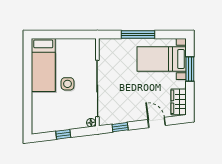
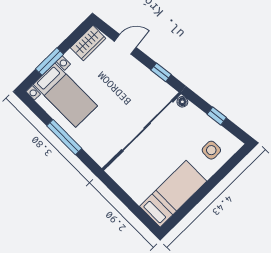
side table: (67, 84) -> (211, 150), moved
door: (157, 123) -> (125, 44), swing flipped

